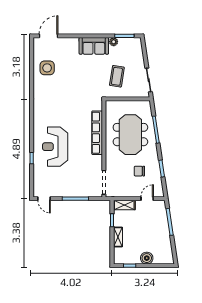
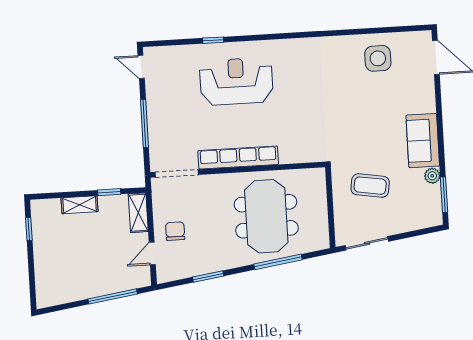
row of seats: (97, 133) -> (238, 157), moved
meeting table: (130, 135) -> (266, 216), turned 90
chair: (139, 171) -> (175, 231), moved
door: (44, 199) -> (141, 67), hinge flipped
door: (147, 199) -> (152, 253), swing flipped
boiler: (147, 258) -> (45, 259), removed

